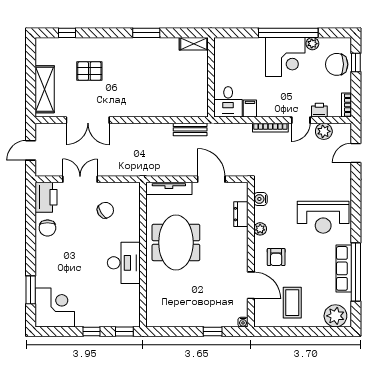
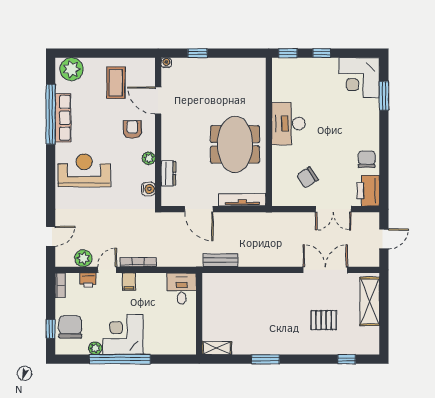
chair: (337, 64) -> (70, 327), turned -90
filing cabinet: (250, 108) -> (129, 282), moved

